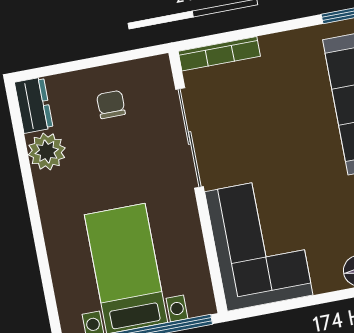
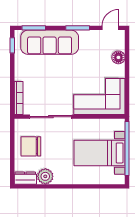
chair: (111, 104) -> (31, 146), width x1.87, depth x1.87

